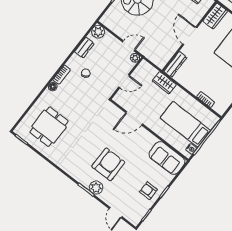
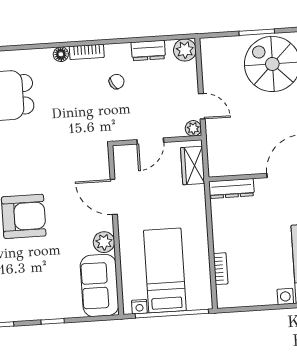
door: (124, 81) -> (150, 141), hinge flipped
wardrobe: (164, 83) -> (193, 166), moved
plant: (150, 140) -> (104, 242), added
armchair: (148, 191) -> (35, 299), removed

